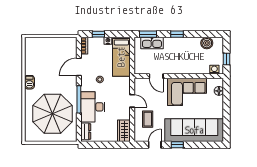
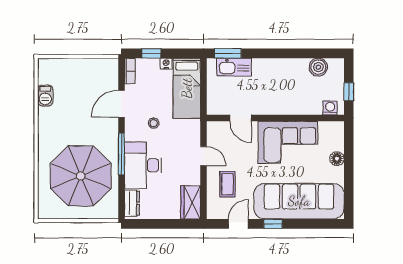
window: (177, 34) -> (273, 53), removed
barbecue: (29, 82) -> (45, 96), moved
floor lamp: (219, 91) -> (337, 159), moved

